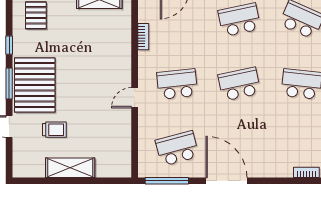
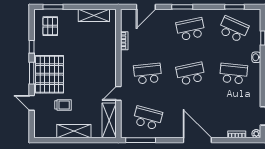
door: (135, 98) -> (118, 93), moved
school desk: (177, 148) -> (148, 118), turned 30
shelving: (121, 152) -> (109, 120), added
door: (226, 181) -> (197, 140), moved

